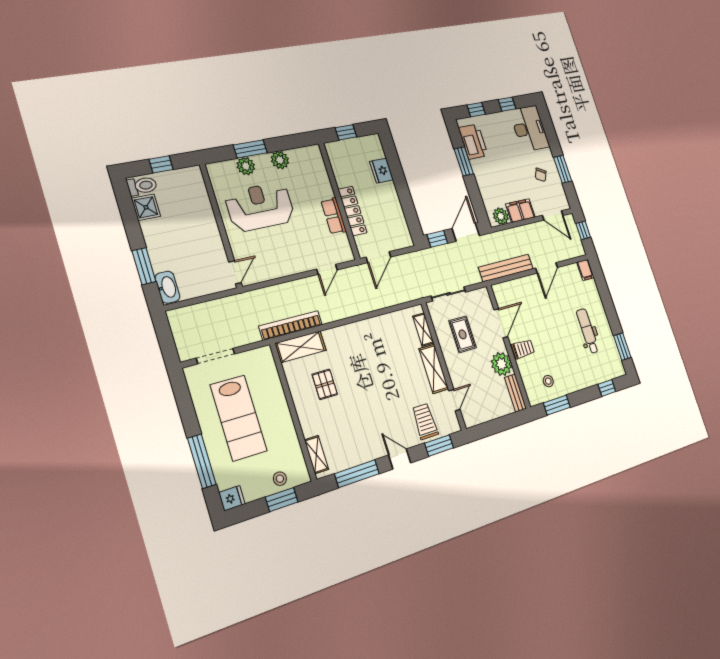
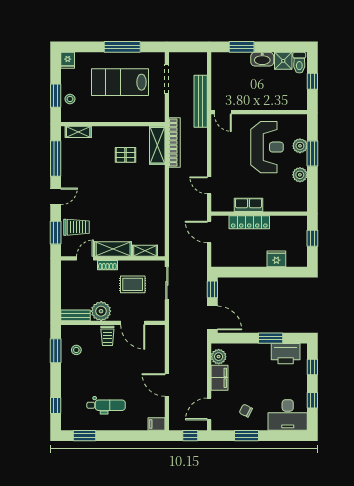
bench: (506, 268) -> (201, 101), moved
washbasin: (167, 287) -> (262, 59), moved
shoe rack: (453, 371) -> (107, 265), added
door: (454, 400) -> (85, 258), swing flipped
window: (202, 461) -> (122, 47), moved

